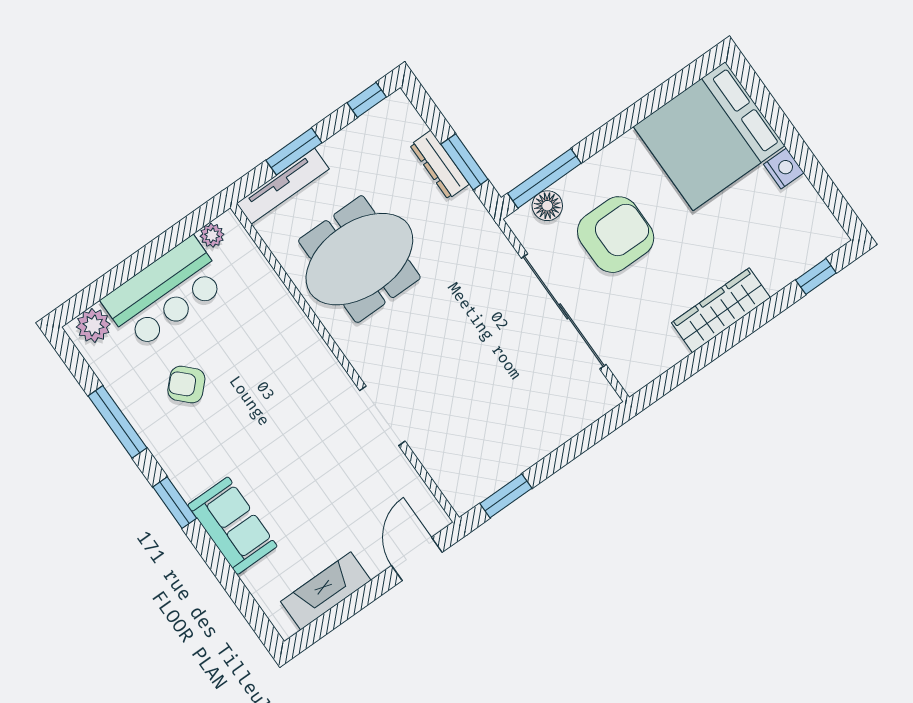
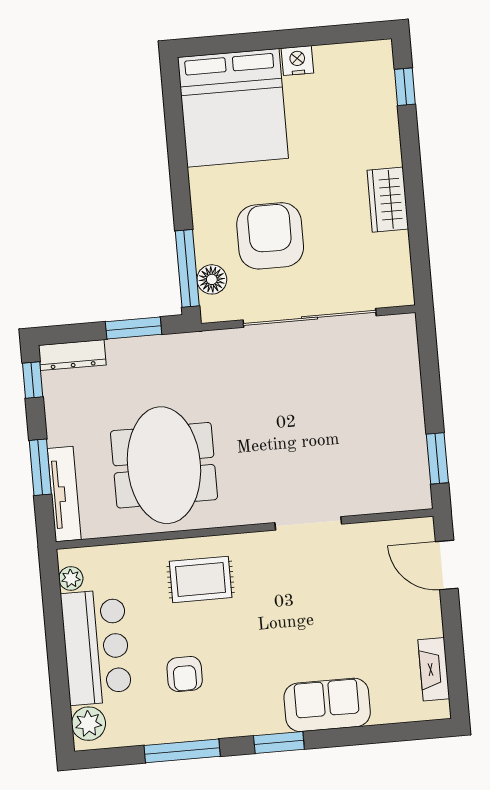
dresser: (439, 165) -> (72, 355), moved
wardrobe: (721, 310) -> (388, 200), width x0.67
rug: (278, 350) -> (201, 579), added
armchair: (186, 385) -> (185, 674), turned -45
fireplace: (326, 591) -> (434, 669), width x0.73, depth x0.76

